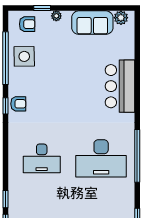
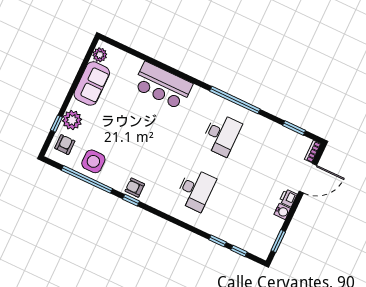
plant: (56, 16) -> (72, 120), width x1.88, depth x1.88
armchair: (18, 104) -> (135, 188), turned -90
desk: (101, 158) -> (221, 135), width x0.73, depth x0.77

